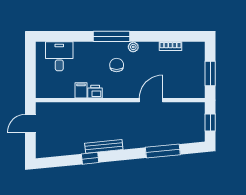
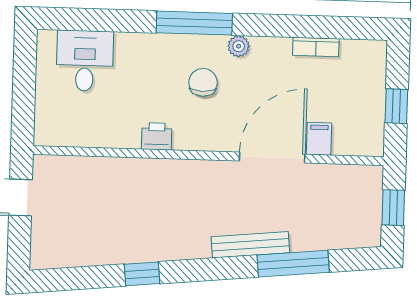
window: (210, 73) -> (396, 106), width x0.67
filing cabinet: (81, 90) -> (319, 139), moved
door: (151, 100) -> (272, 158), width x1.36
bench: (104, 146) -> (250, 245), moved

